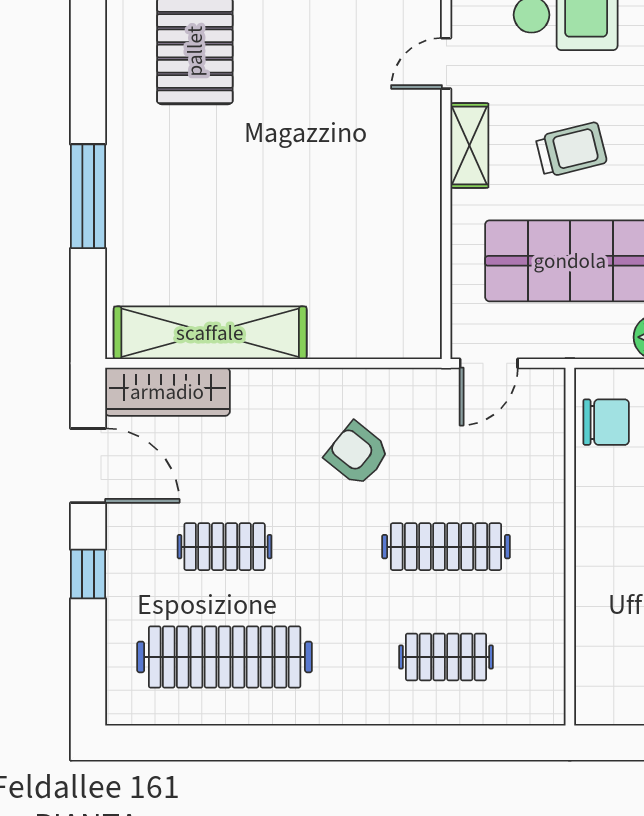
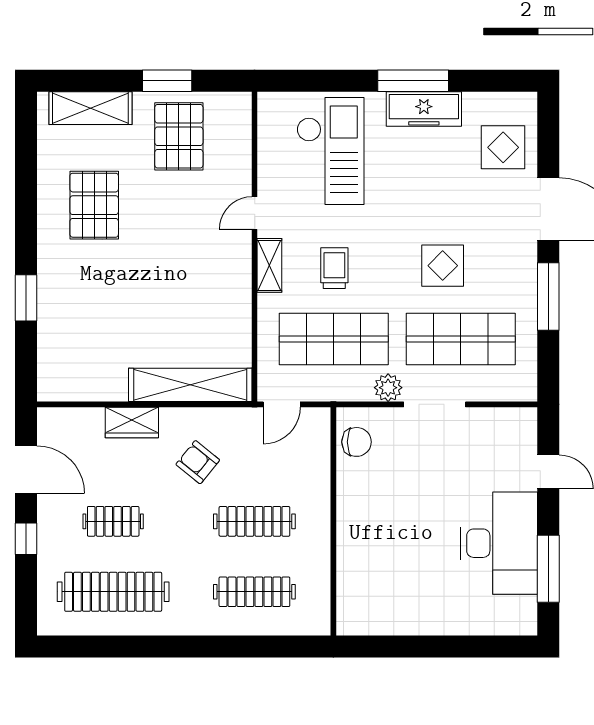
trolley: (571, 150) -> (334, 268), turned -76
window: (88, 196) -> (26, 298), width x0.69
shelving: (210, 333) -> (190, 385), moved
wardrobe: (167, 392) -> (132, 422), moved, width x0.67
clothes rail: (446, 657) -> (254, 592), width x1.36

